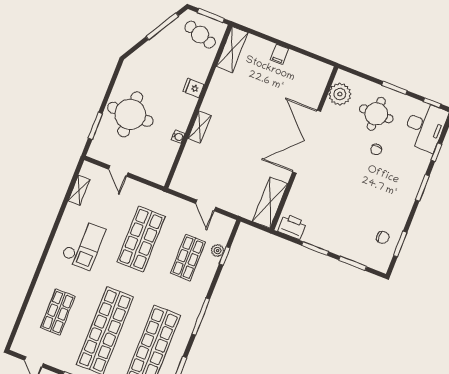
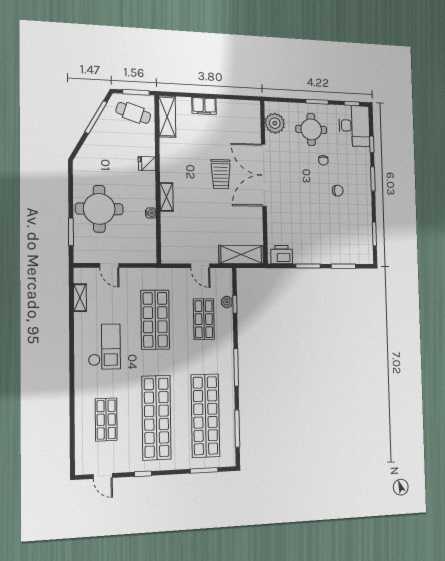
filing cabinet: (280, 54) -> (204, 106), width x2.00
trolley: (263, 125) -> (221, 174), added
shelving: (270, 203) -> (241, 255), moved, turned 90
chair: (383, 237) -> (338, 191), moved

